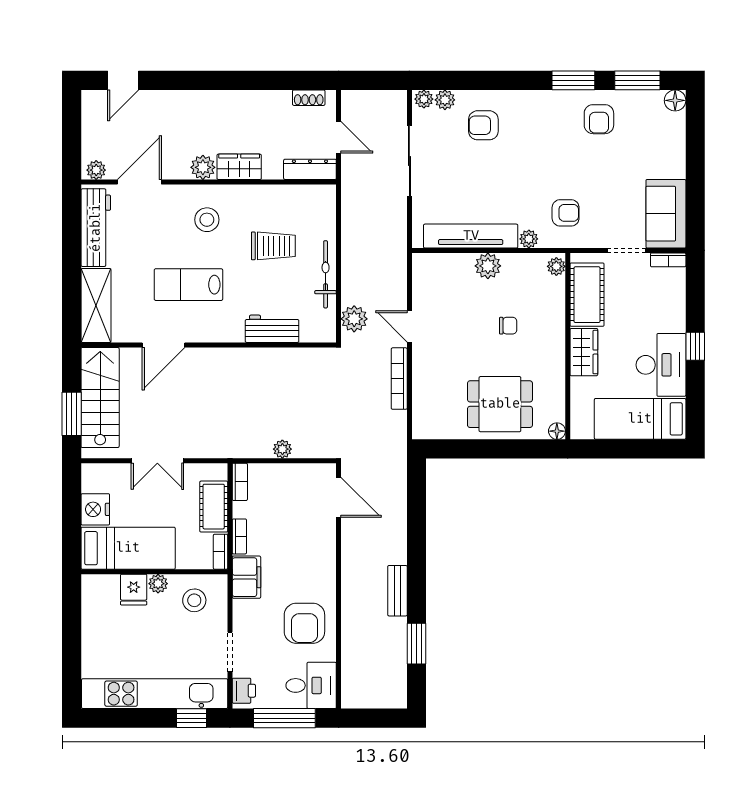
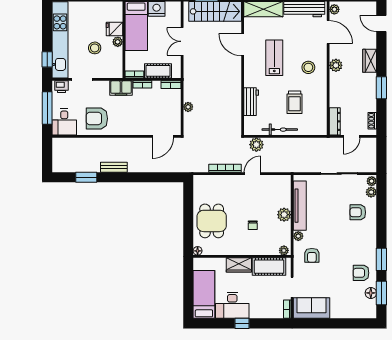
window: (246, 80) -> (381, 88), added
floor lamp: (675, 100) -> (371, 293), moved
armchair: (483, 125) -> (358, 212), turned -90
wardrobe: (239, 167) -> (370, 61), moved, turned 180
stool: (194, 600) -> (95, 48), moved

